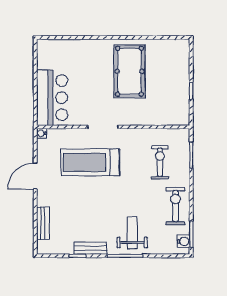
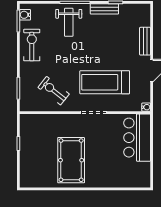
treadmill: (90, 162) -> (105, 82), turned 180
exercise bike: (160, 162) -> (54, 91), moved, turned 128
exercise bike: (175, 206) -> (32, 45), turned 180
bench: (43, 223) -> (145, 41), moved

